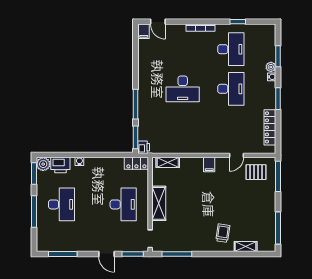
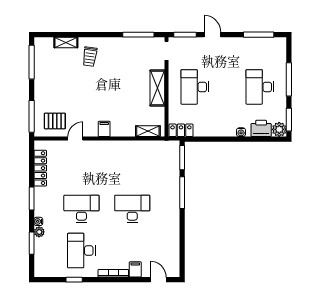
filing cabinet: (144, 31) -> (135, 269), moved
desk: (231, 89) -> (81, 209), turned 90
printer: (144, 147) -> (173, 147), removed

